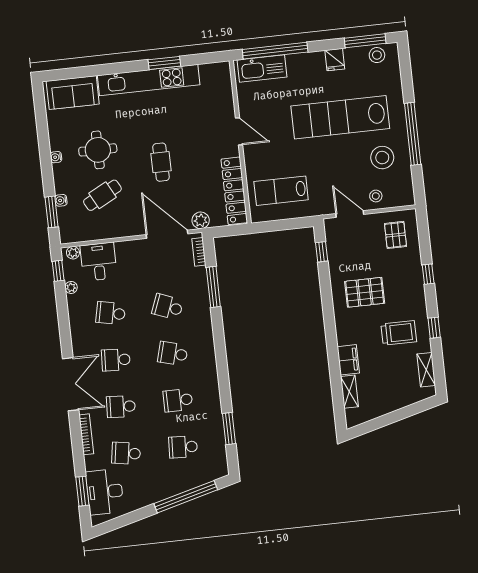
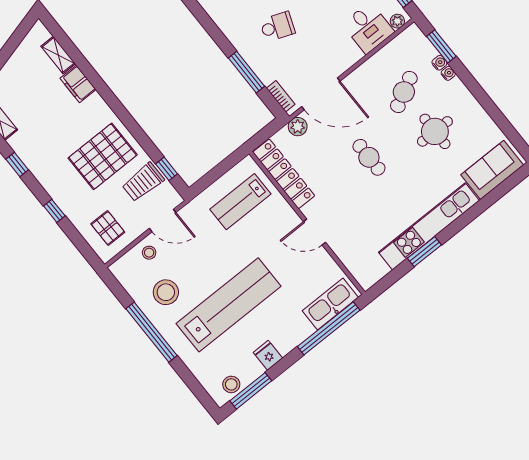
water cooler: (56, 157) -> (448, 73), moved
lab bench: (281, 191) -> (240, 202), turned 180
pallet: (365, 292) -> (103, 156), width x1.37, depth x1.41
trolley: (399, 333) -> (143, 182), moved

